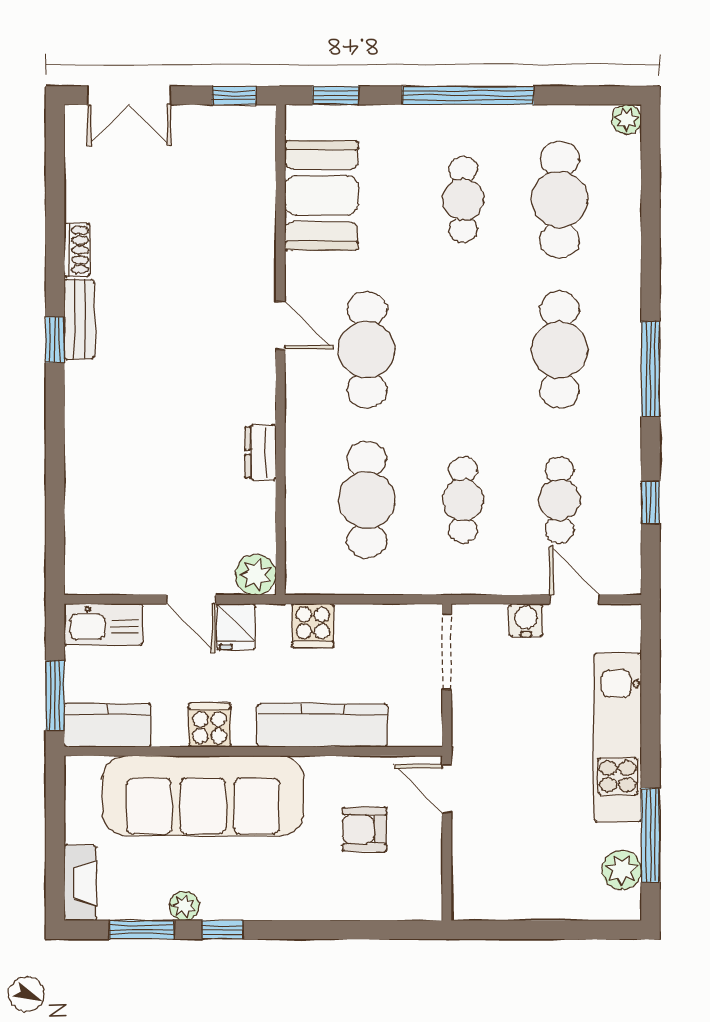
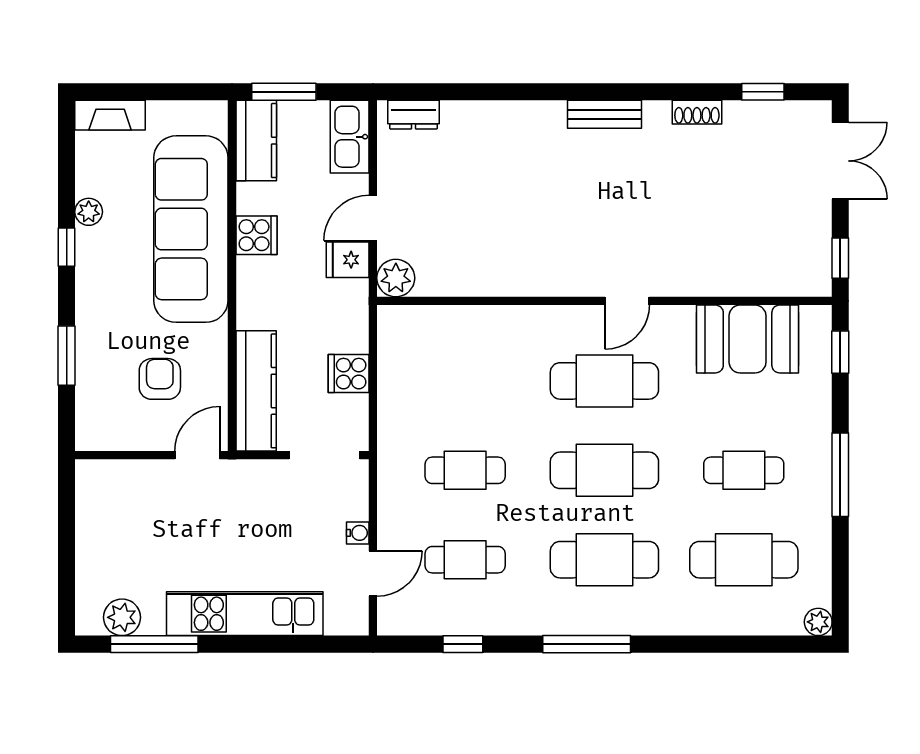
double door: (129, 95) -> (840, 161), swing flipped
window: (468, 95) -> (840, 475), width x0.68
bench: (79, 319) -> (604, 114), moved
window: (55, 340) -> (763, 92), moved
dresser: (260, 452) -> (414, 115), moved, turned 180
cafe table: (367, 500) -> (604, 470), moved
water cooler: (526, 620) -> (358, 533), width x0.72, depth x0.72
cooker: (313, 626) -> (349, 374), moved
kitchen counter: (322, 725) -> (256, 391), moved
window: (142, 930) -> (67, 356), moved

